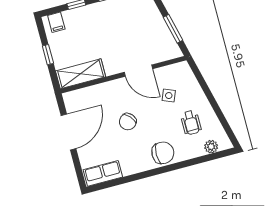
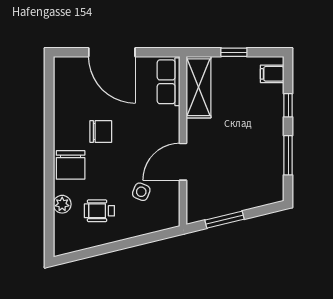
chair: (128, 122) -> (101, 132), moved, turned 132
door: (68, 132) -> (112, 52), moved
plant: (211, 147) -> (62, 204), moved
row of seats: (103, 173) -> (169, 82), moved, turned 180

